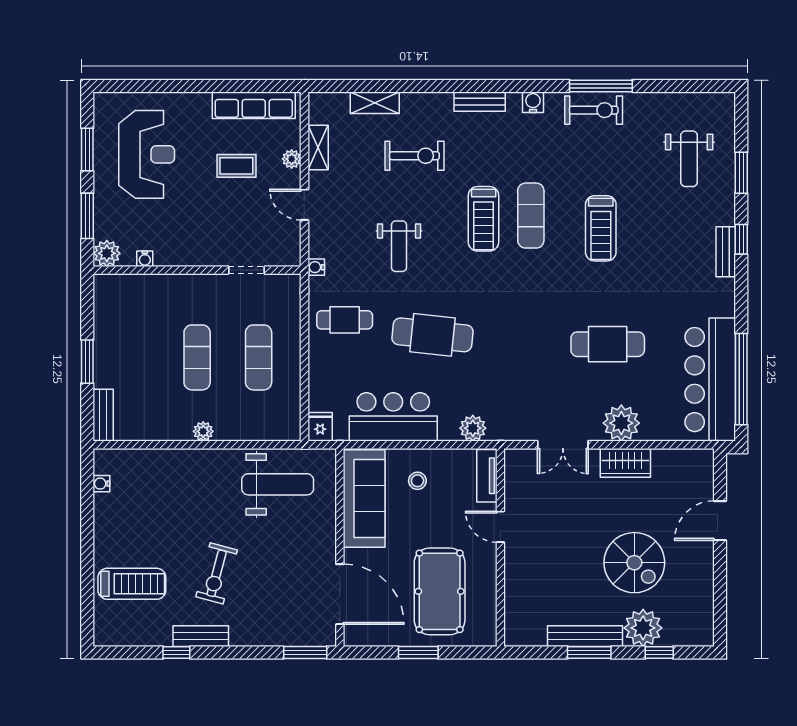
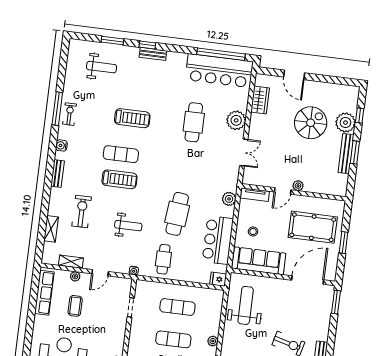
exercise bike: (594, 110) -> (70, 114), width x0.73, depth x0.72
wardrobe: (625, 463) -> (260, 100), moved
plant: (514, 554) -> (298, 186), added

